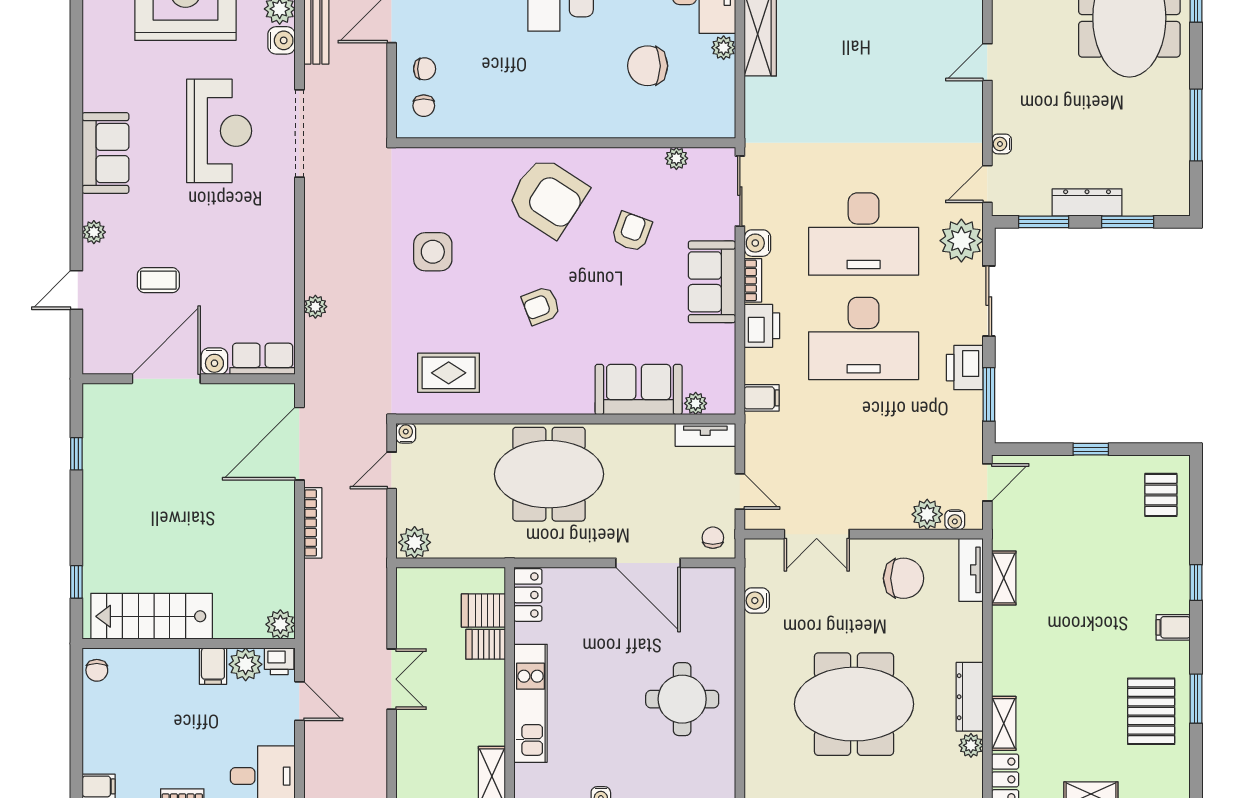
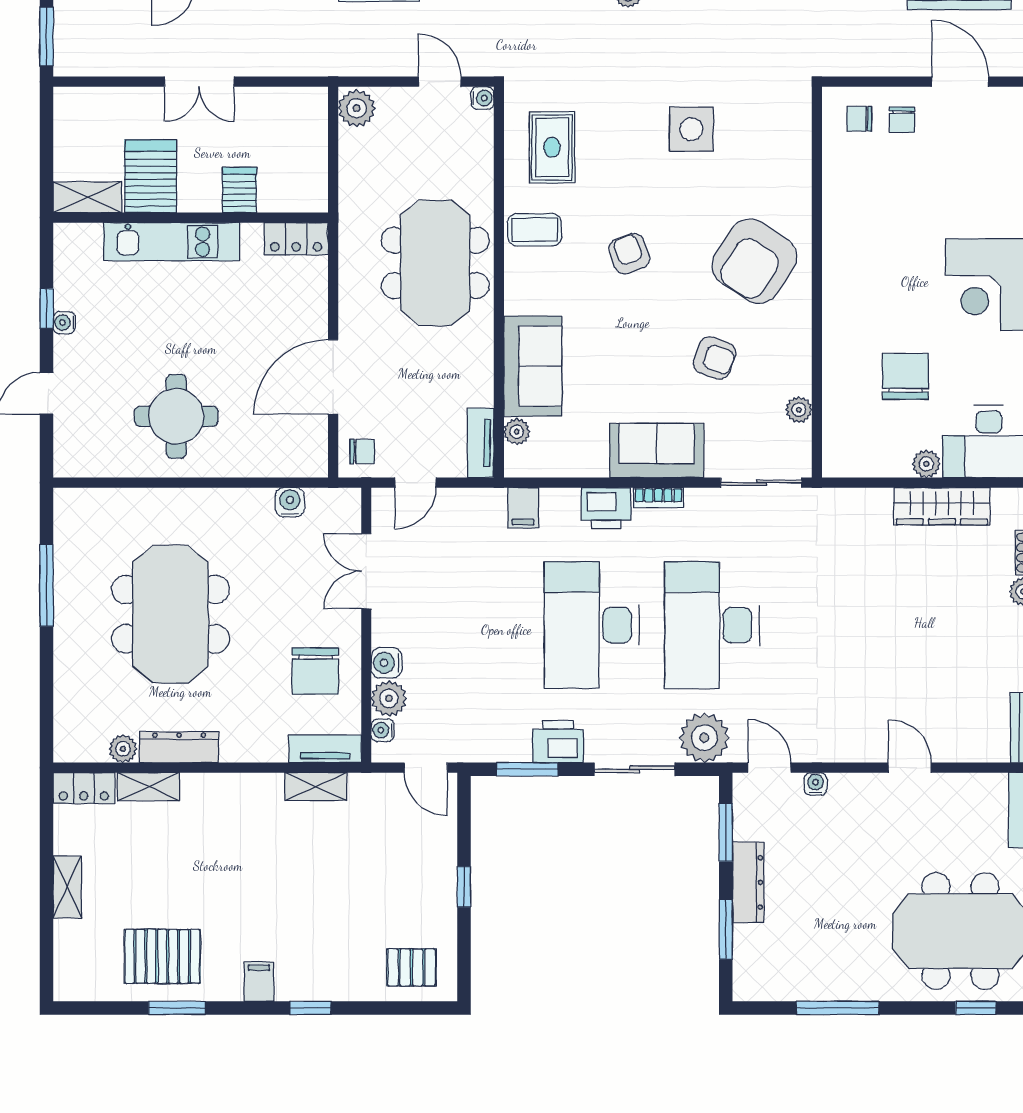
water cooler: (757, 243) -> (386, 663), moved, turned -90
coffee table: (520, 388) -> (535, 230), added
server rack: (483, 611) -> (150, 176), moved, width x1.36, depth x1.44

